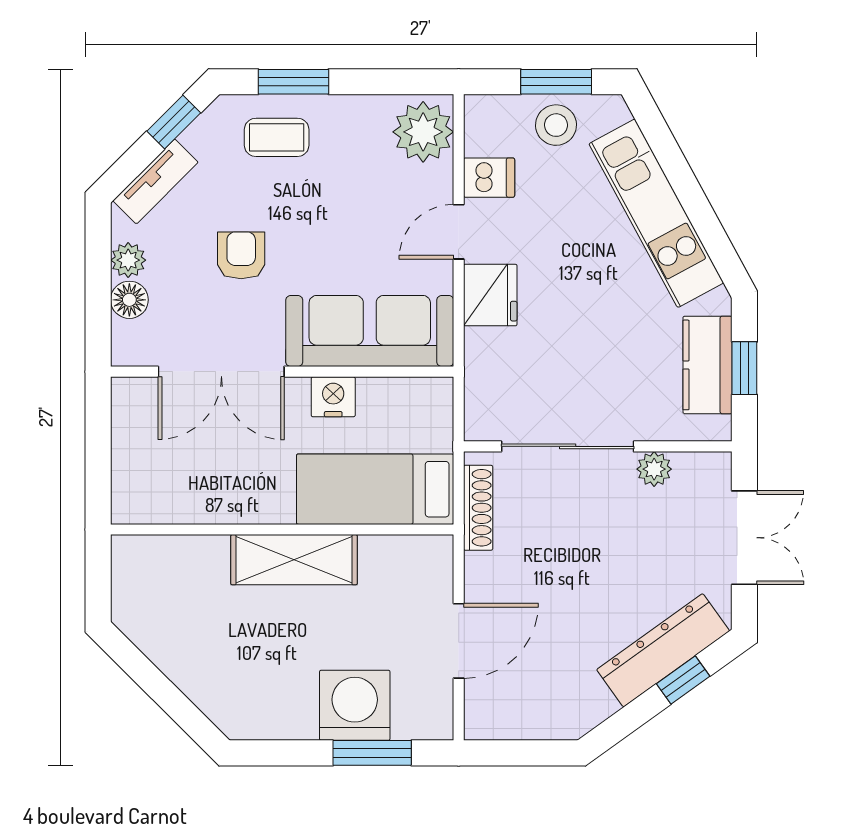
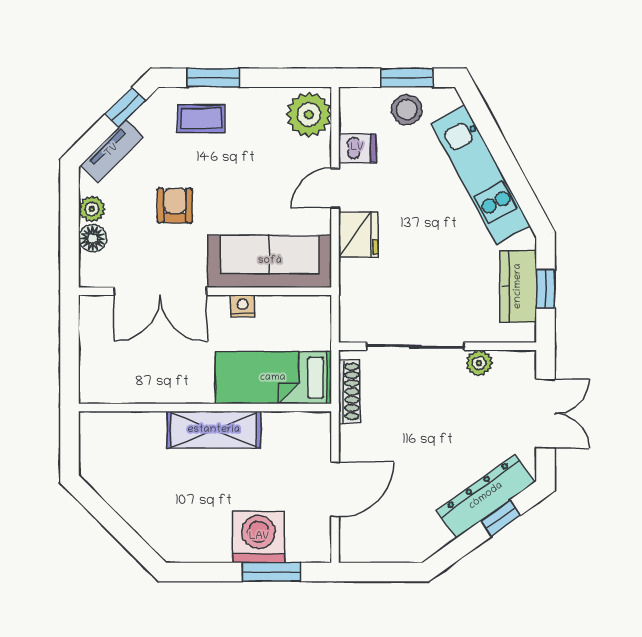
nightstand: (333, 397) -> (243, 306), width x0.72, depth x0.74

